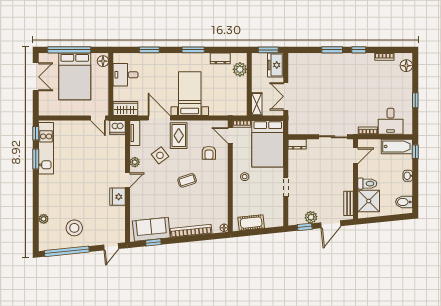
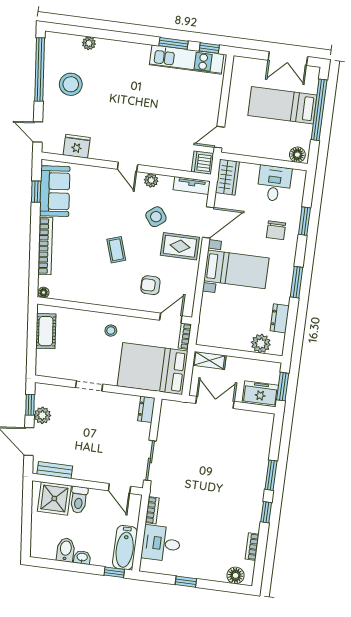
chair: (158, 69) -> (276, 230), added
bed: (75, 76) -> (282, 105), width x0.67
fridge: (118, 197) -> (77, 146), moved
bidet: (404, 202) -> (66, 550), moved

